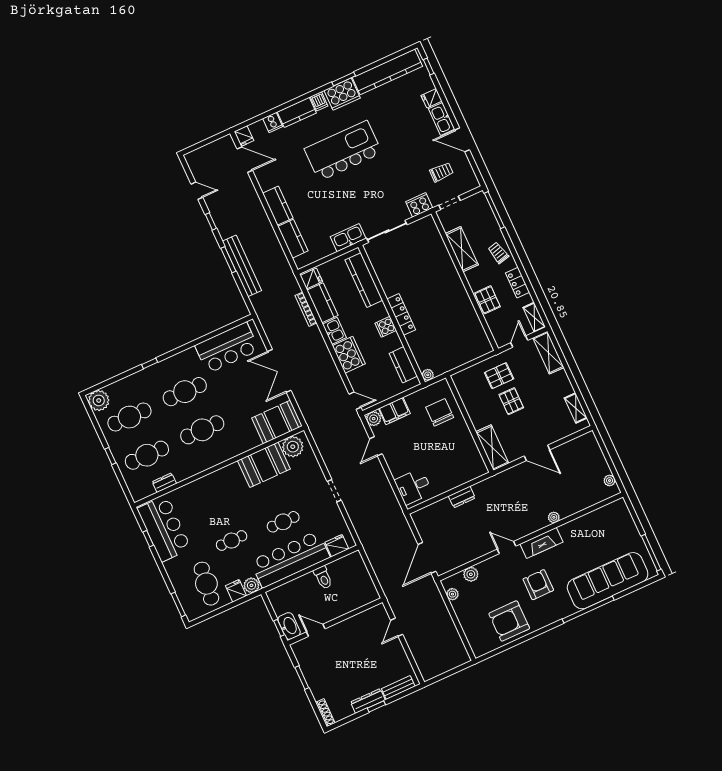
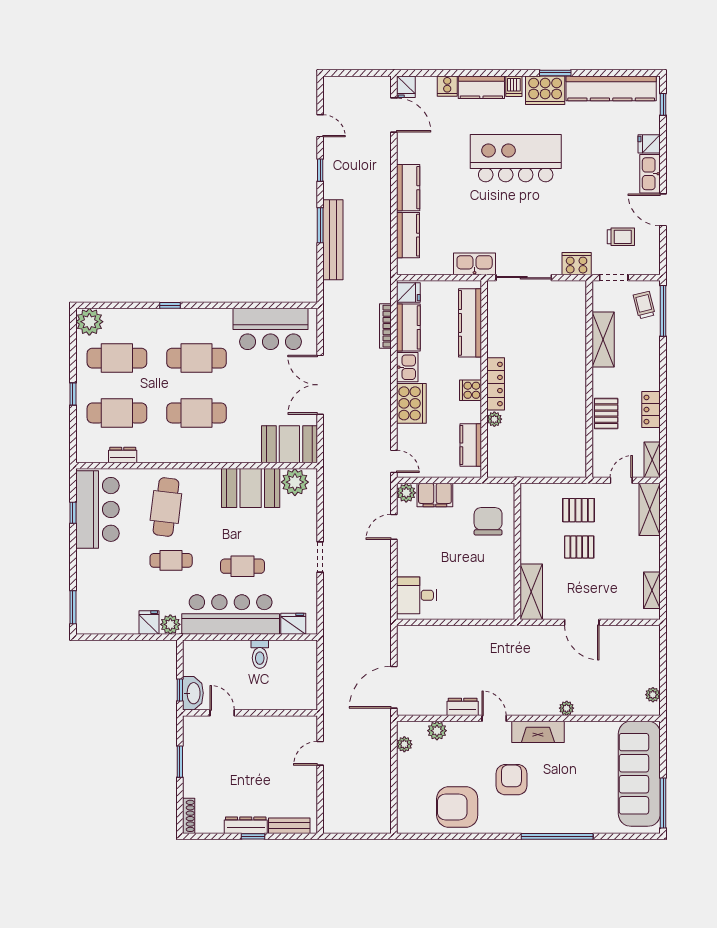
trolley: (498, 253) -> (644, 305), moved
plant: (428, 375) -> (494, 419), moved
pallet: (511, 401) -> (579, 547), turned 90
dresser: (462, 497) -> (463, 707), moved, turned 180
sofa: (608, 581) -> (639, 774), moved, turned -90
cafe table: (206, 584) -> (166, 507), moved

